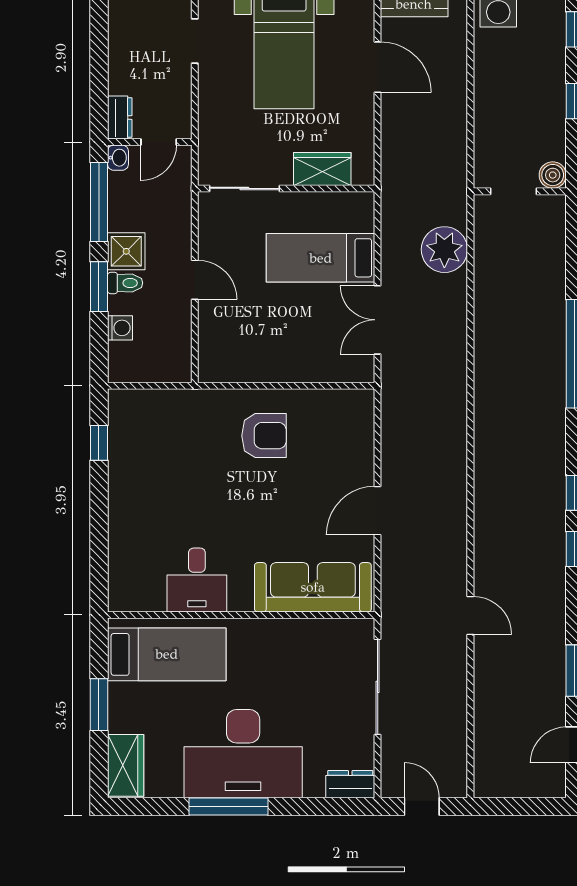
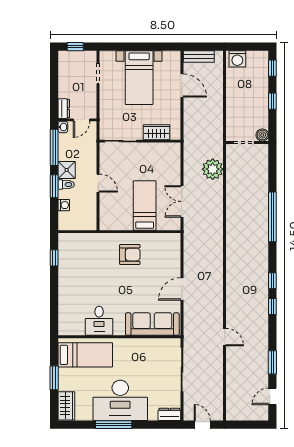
bed: (321, 258) -> (145, 206), moved, turned 90

